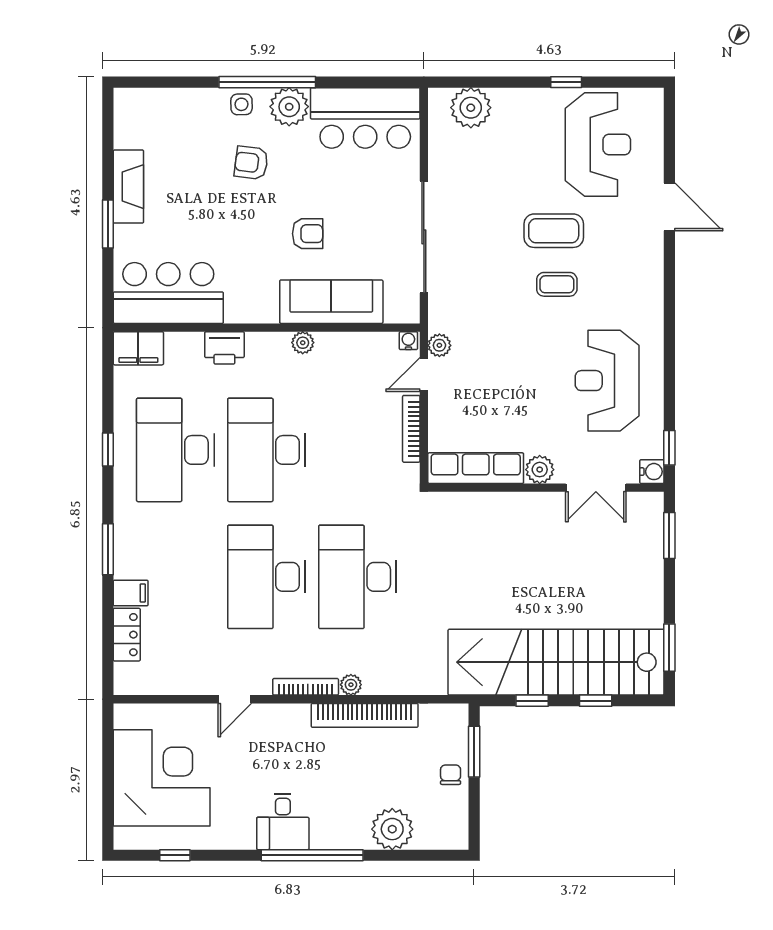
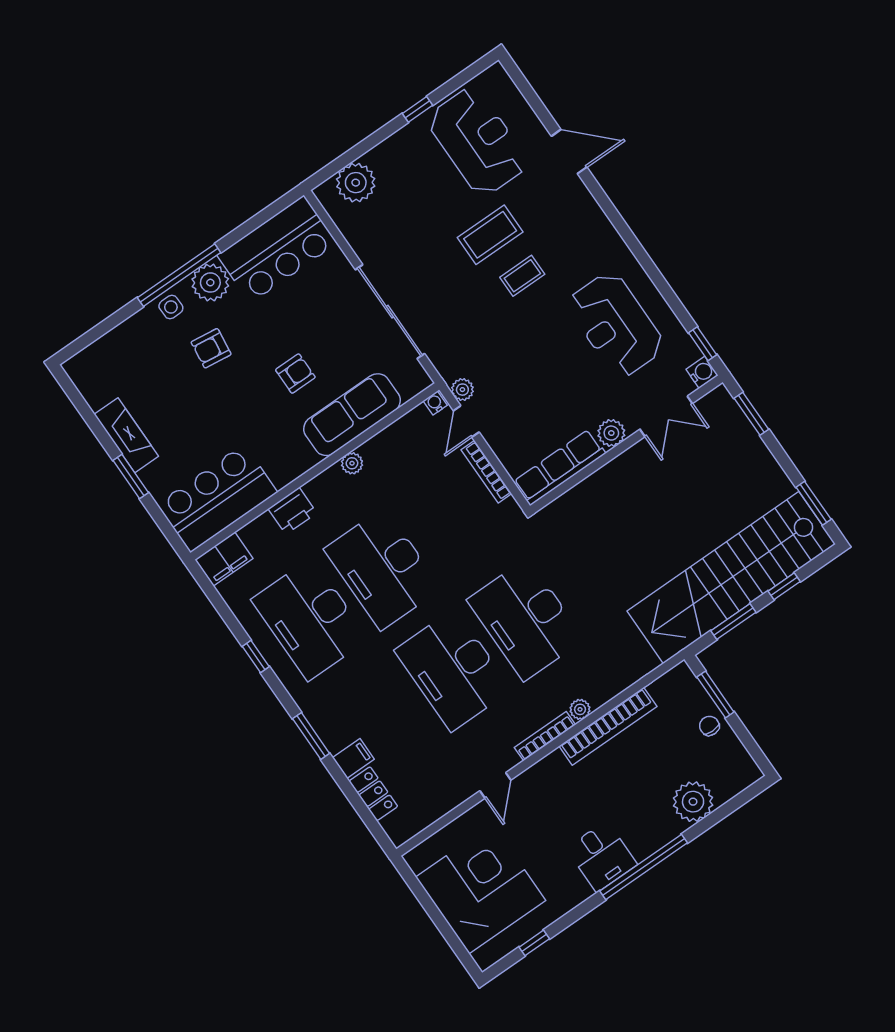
window: (532, 701) -> (733, 622), width x1.50

